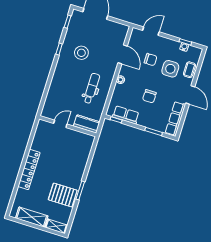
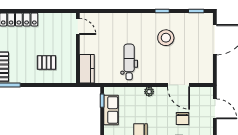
door: (123, 54) -> (179, 85), hinge flipped
dental chair: (92, 88) -> (129, 62), turned -90
door: (60, 124) -> (78, 27), moved
pallet: (72, 155) -> (47, 63), added

